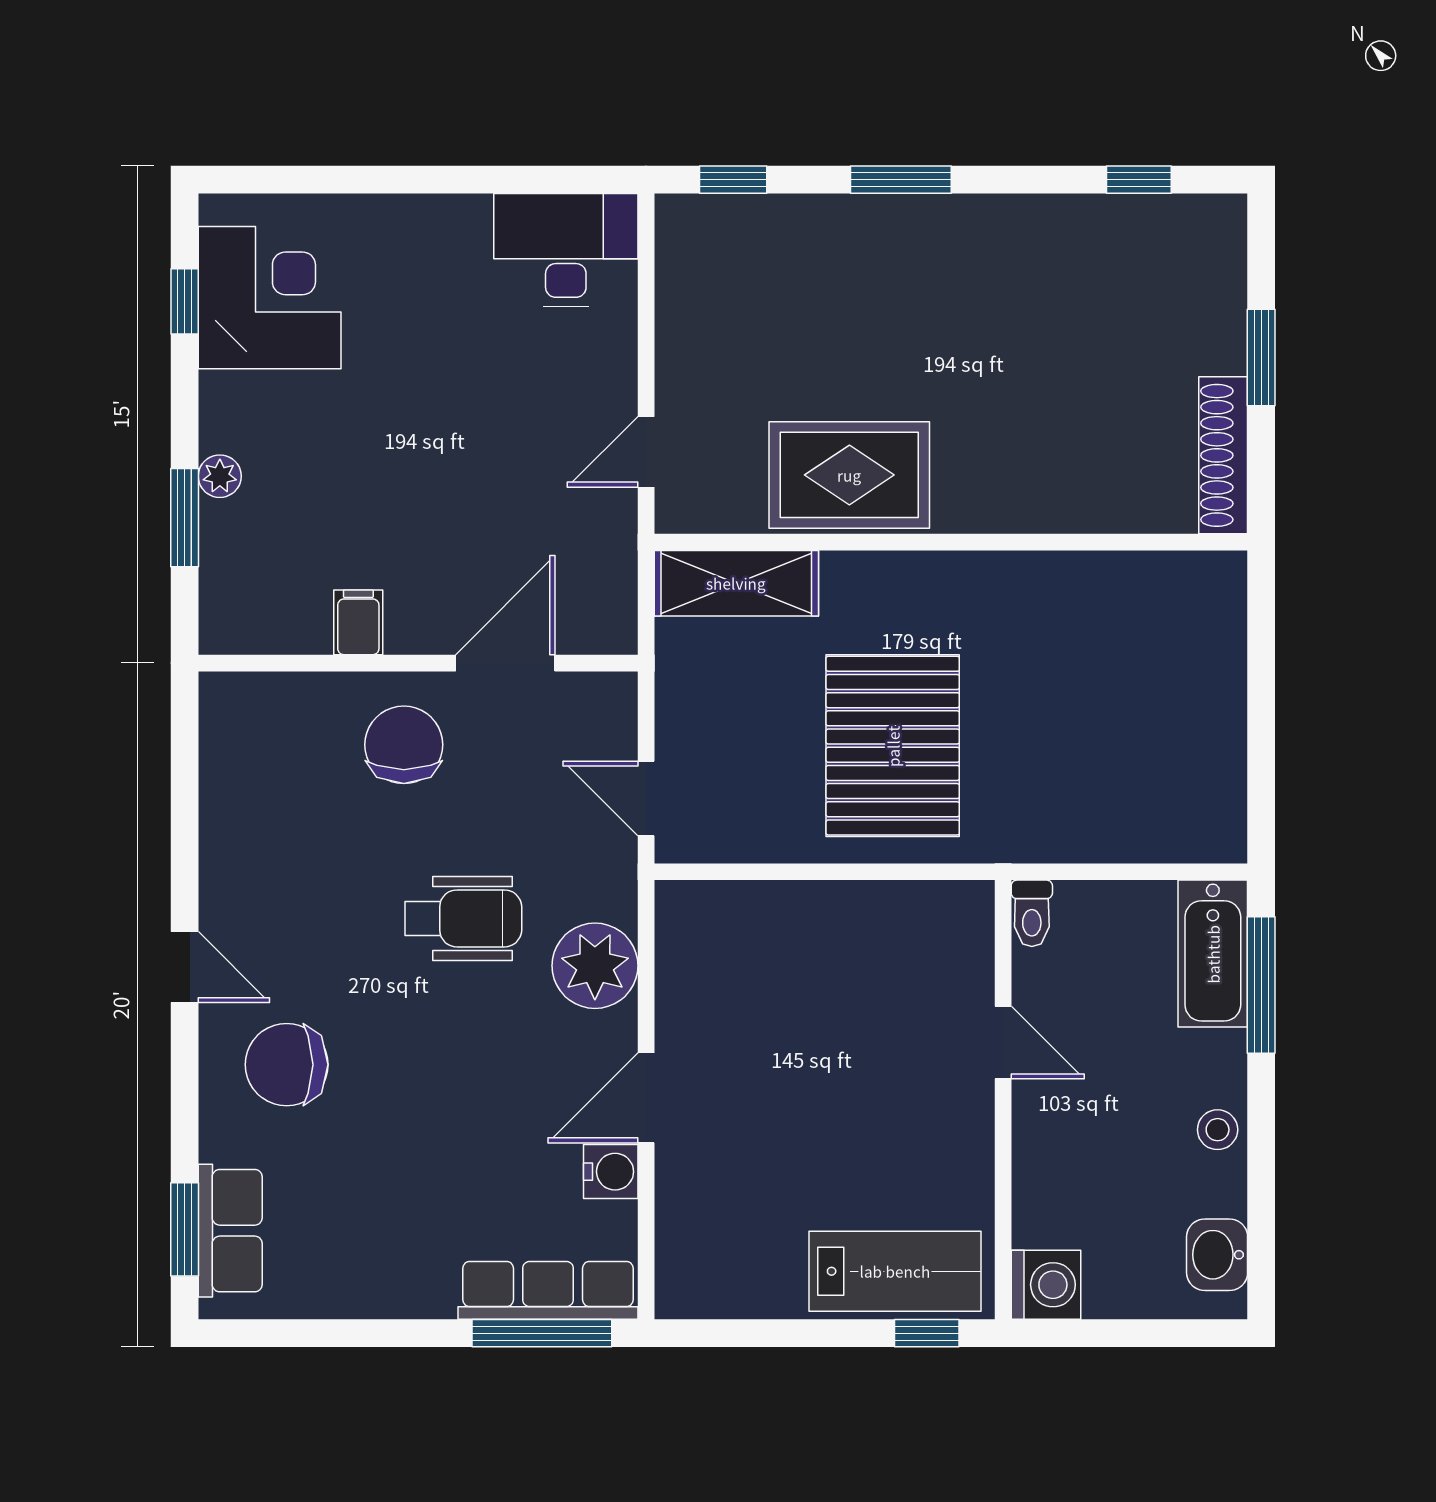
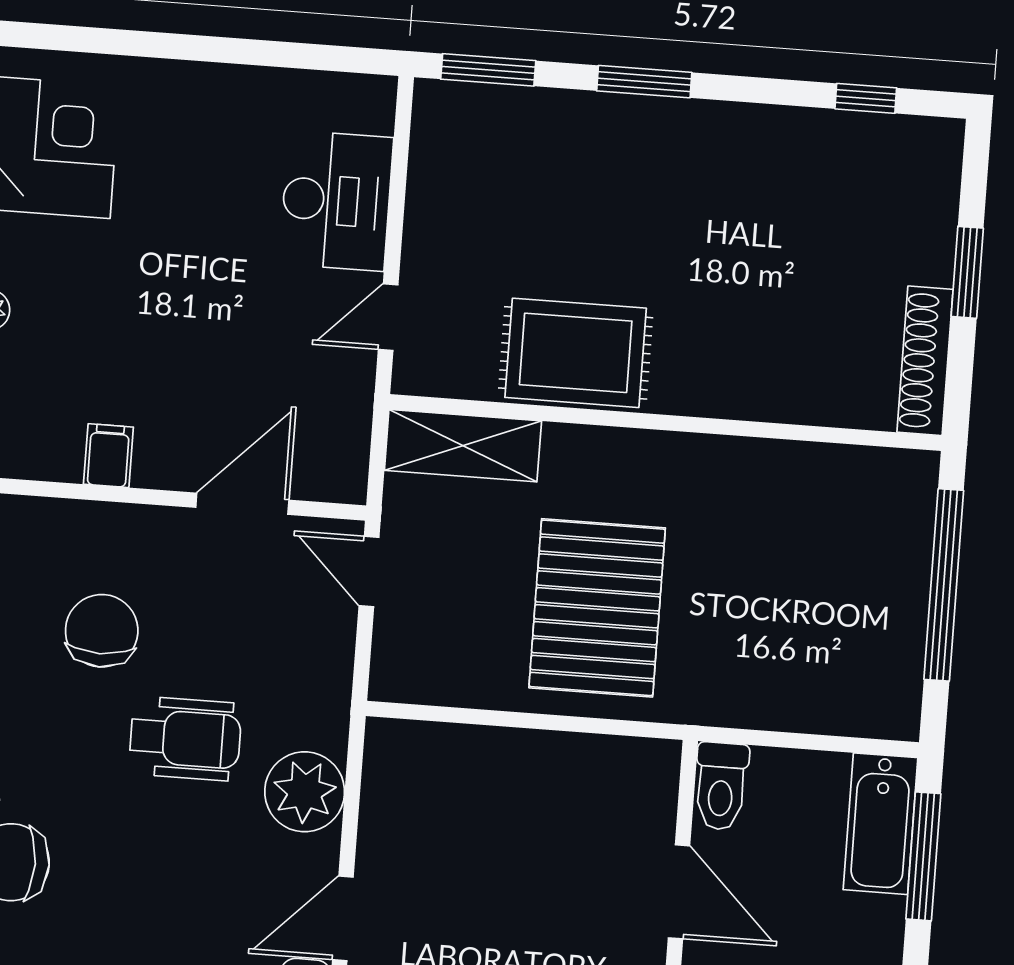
window: (733, 180) -> (488, 70), width x1.50
desk: (566, 250) -> (336, 201), moved, turned 90
window: (1261, 693) -> (944, 585), added
chair: (404, 745) -> (102, 631), moved
door: (646, 798) -> (369, 572), moved
toilet: (1032, 913) -> (721, 786), width x1.37, depth x1.39
door: (1003, 1043) -> (679, 892), width x1.38

